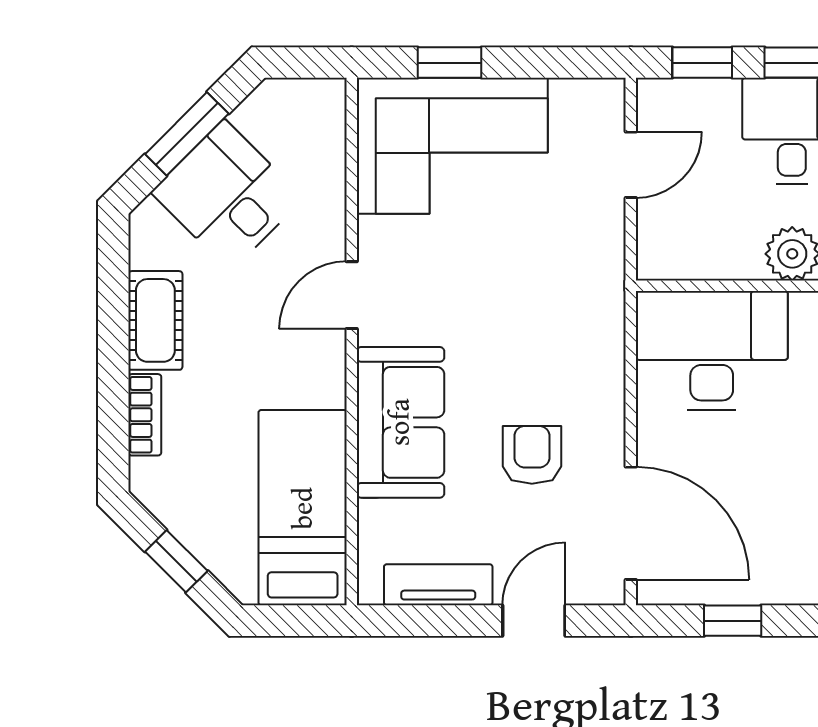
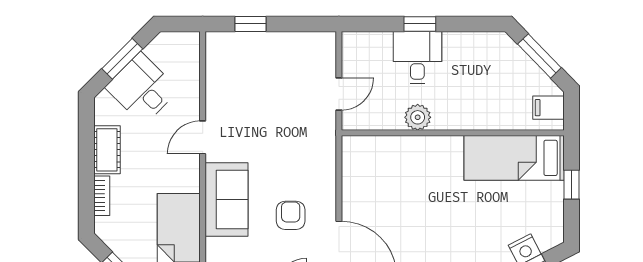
window: (702, 63) -> (374, 24), removed
corner sofa: (452, 146) -> (252, 65), removed
door: (631, 165) -> (339, 94), moved
desk: (712, 350) -> (378, 164), removed

